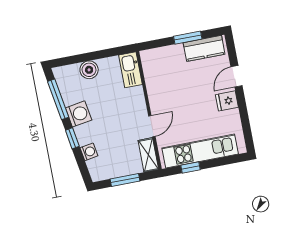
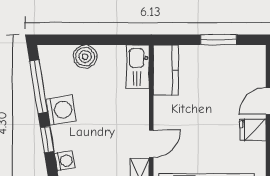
kitchen counter: (204, 48) -> (166, 70), moved, turned -90

